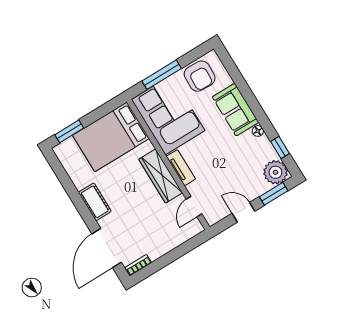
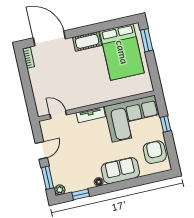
window: (162, 75) -> (165, 124), width x0.46
armchair: (200, 76) -> (155, 152), turned 88
bed: (111, 137) -> (122, 52), moved, turned 180
plant: (276, 172) -> (60, 190), width x0.53, depth x0.53
wardrobe: (161, 176) -> (90, 97), removed

